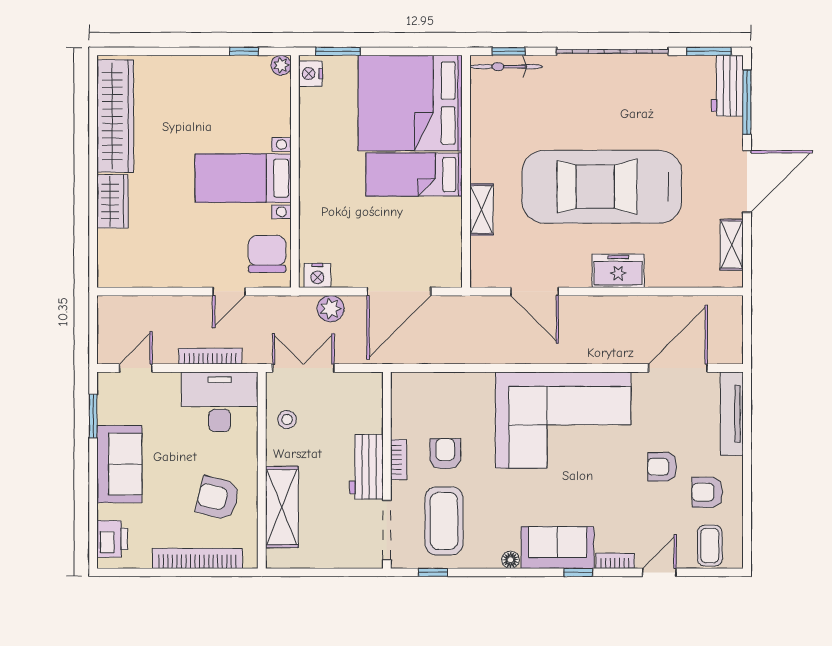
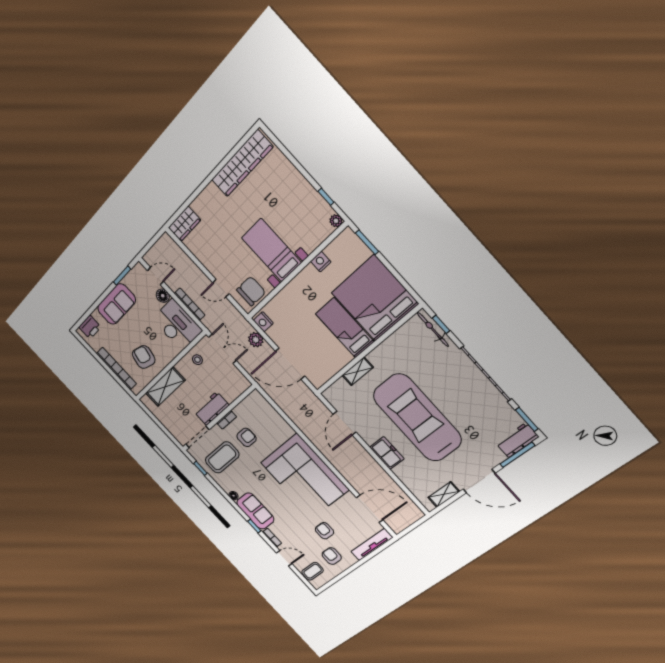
nightstand: (310, 74) -> (321, 262), moved
wardrobe: (113, 201) -> (185, 224), moved
floor lamp: (168, 384) -> (163, 296), added

